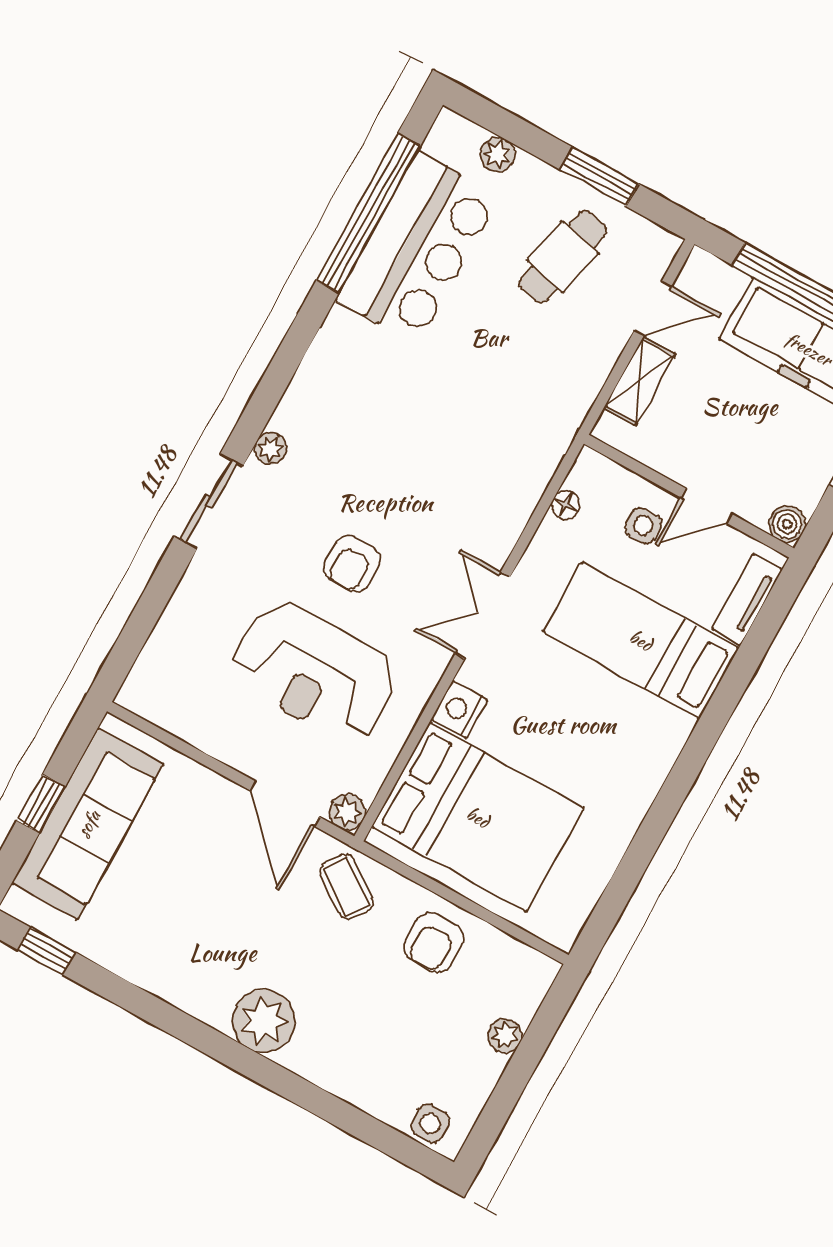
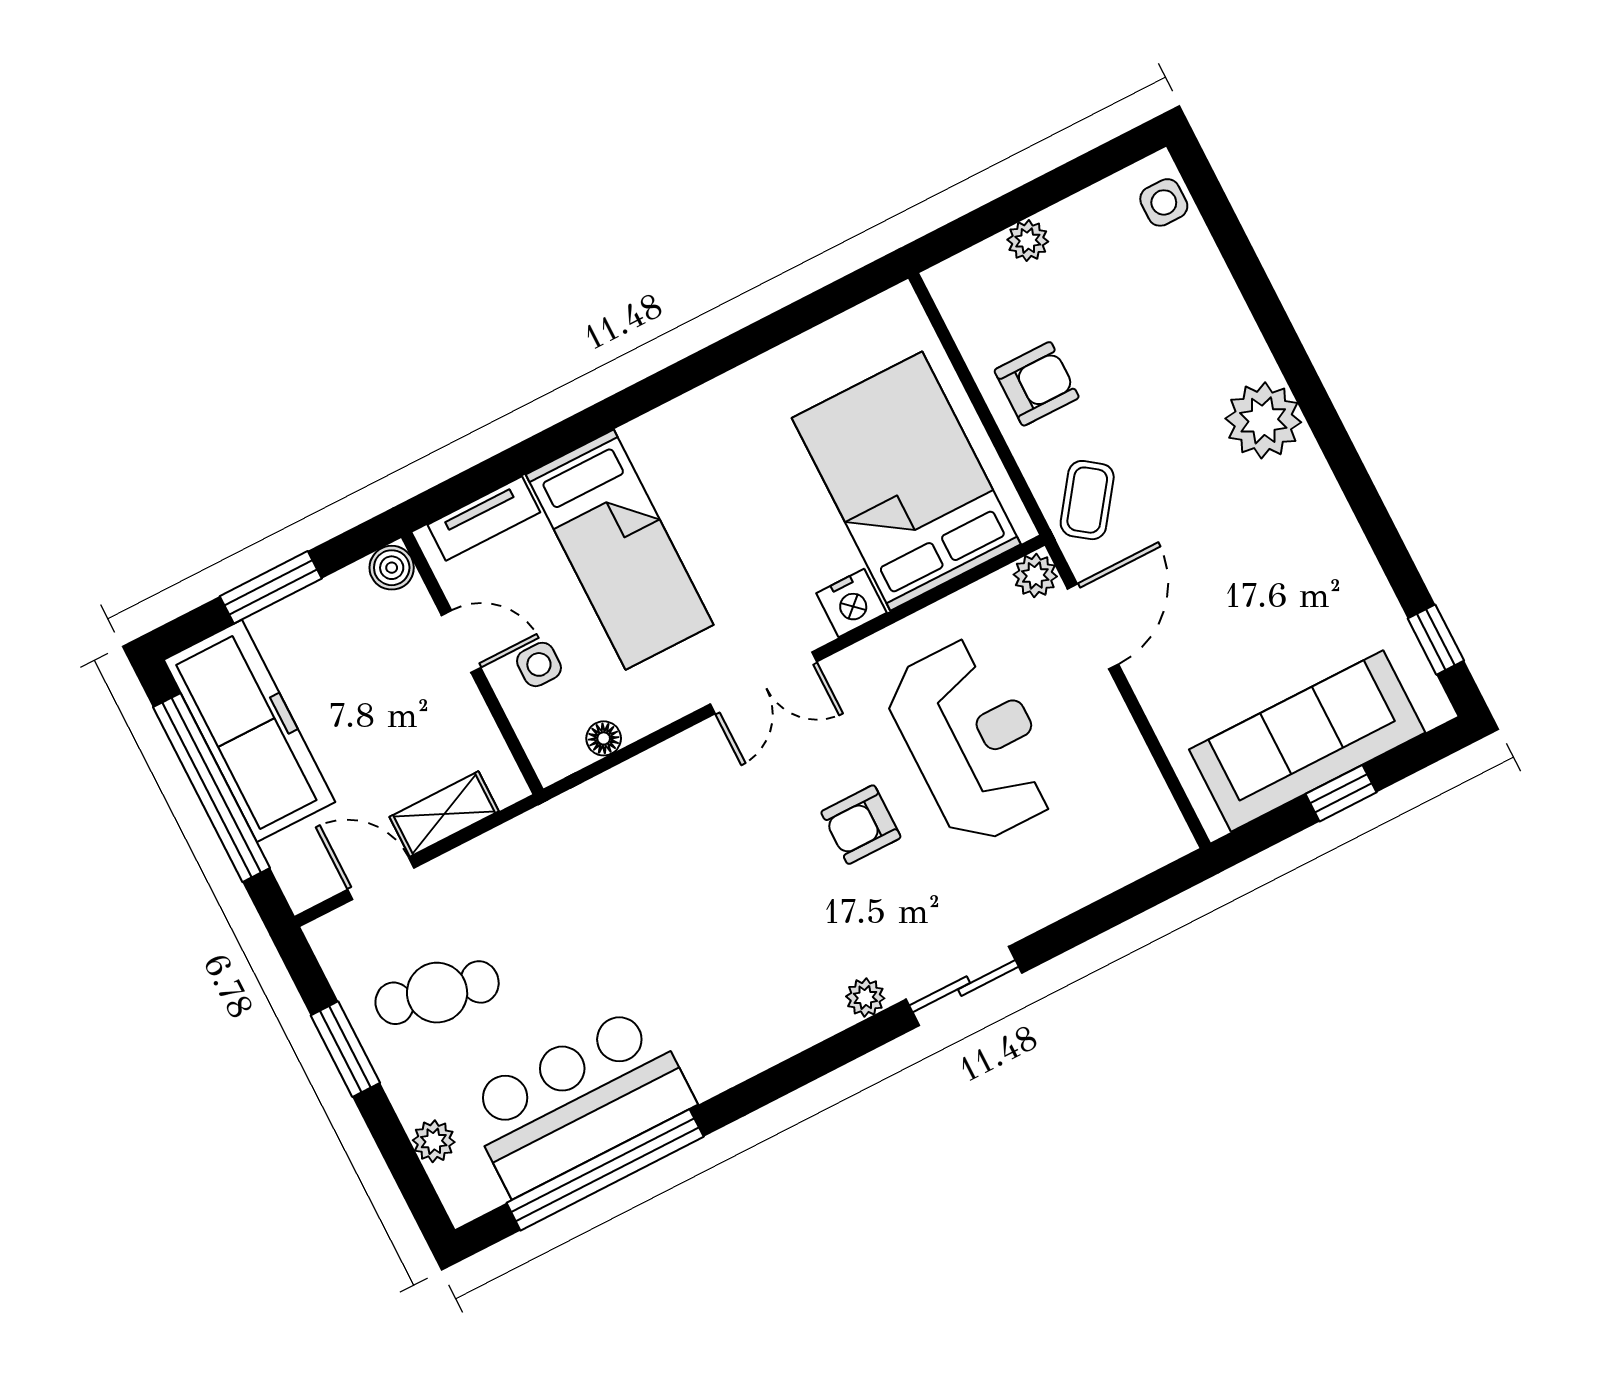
armchair: (352, 564) -> (861, 825), turned 180

